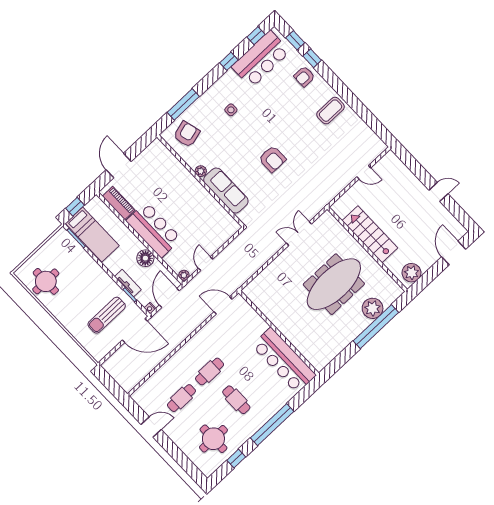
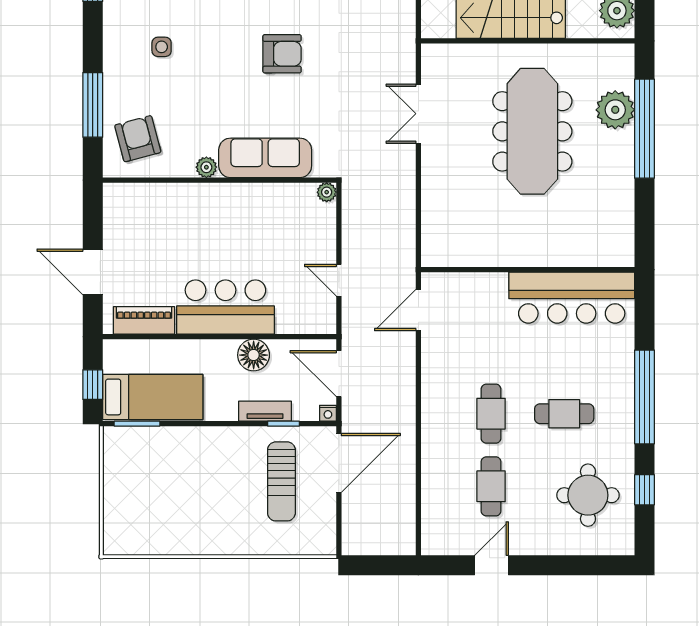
plant: (184, 275) -> (327, 192), moved
round table: (46, 281) -> (157, 521), removed

